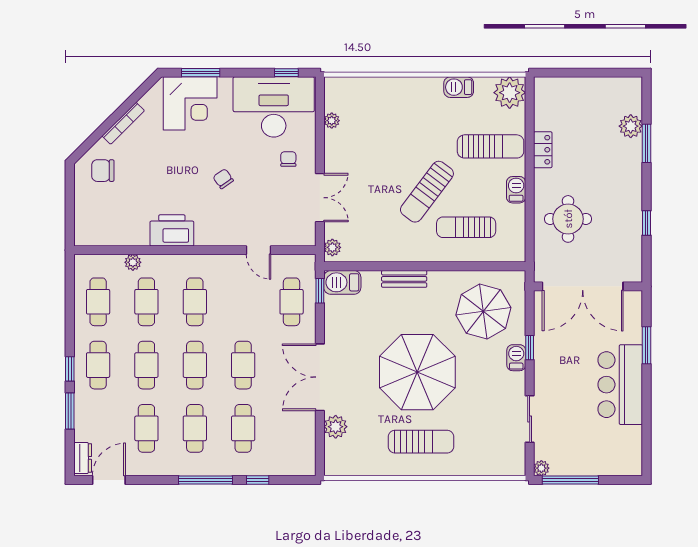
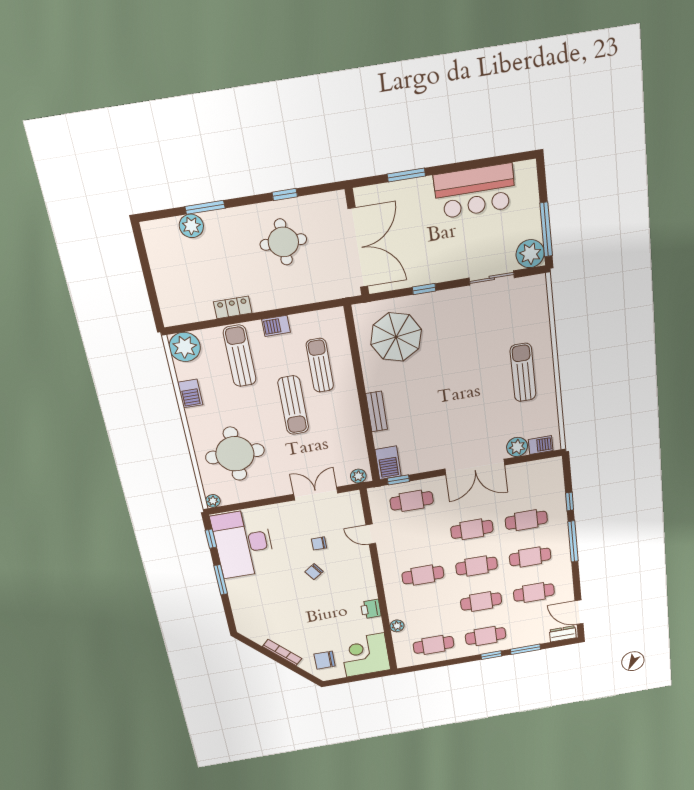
window: (201, 73) -> (221, 580), moved
corner desk: (190, 103) -> (365, 655), moved, turned -90
round table: (383, 120) -> (235, 454), added
plant: (332, 121) -> (213, 501), moved
chair: (288, 159) -> (319, 543), moved
chair: (103, 171) -> (325, 660), turned 90
sun lounger: (427, 192) -> (293, 405), turned 53
round table: (568, 219) -> (283, 242), moved
sun lounger: (466, 227) -> (320, 365), turned 180
printer: (172, 230) -> (371, 609), width x0.53, depth x0.68
door: (259, 250) -> (371, 534), swing flipped
cafe table: (146, 302) -> (428, 611), removed
barbecue: (516, 358) -> (541, 445), moved, turned 180
parasol: (417, 372) -> (460, 386), removed
bar counter: (620, 385) -> (475, 191), moved
plant: (541, 468) -> (530, 254), width x1.88, depth x1.88

